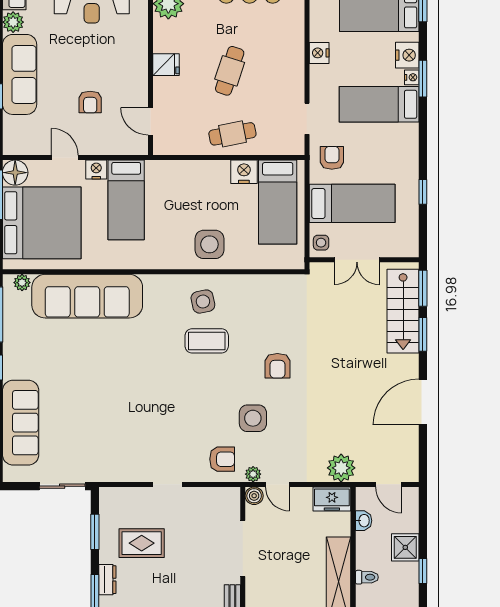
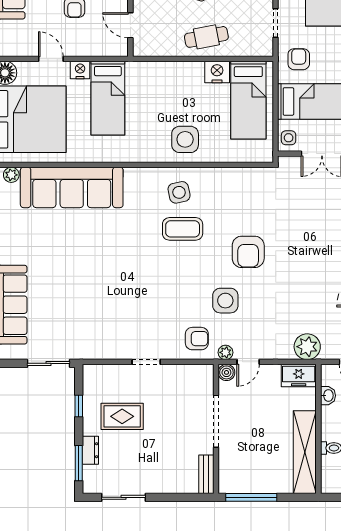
armchair: (277, 366) -> (248, 252), width x1.38, depth x1.38
door: (277, 484) -> (248, 362), hinge flipped
window: (95, 532) -> (79, 406), width x0.67

